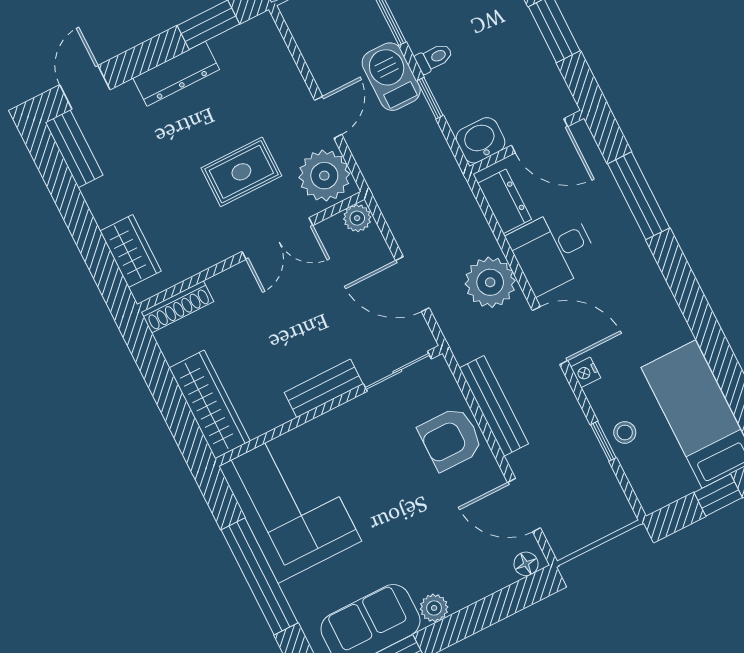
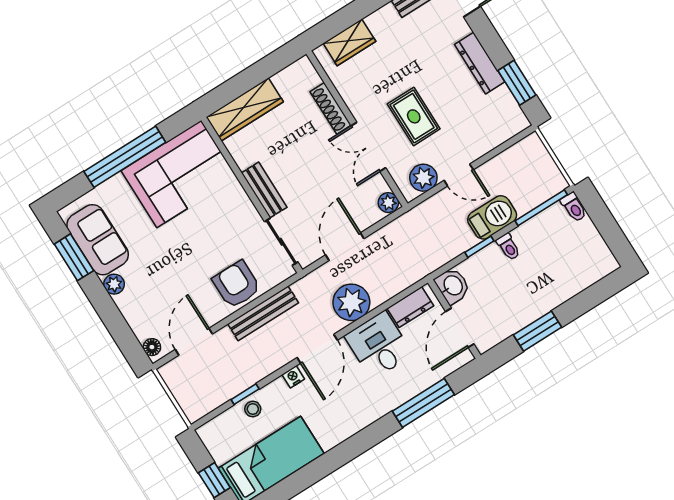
plant: (324, 176) -> (423, 178), width x0.73, depth x0.73
shoe rack: (177, 307) -> (331, 108), moved

